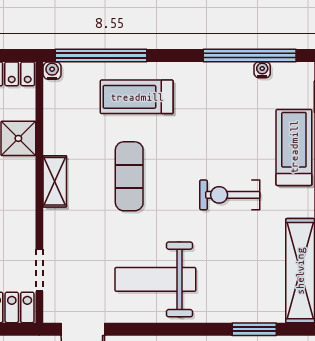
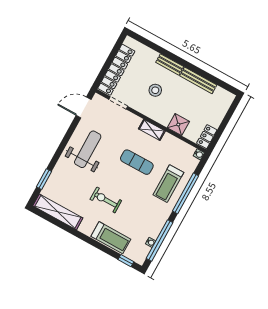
window: (101, 55) -> (186, 193), moved
treadmill: (137, 97) -> (168, 184), turned 180
exercise bike: (230, 195) -> (106, 200), turned -90

